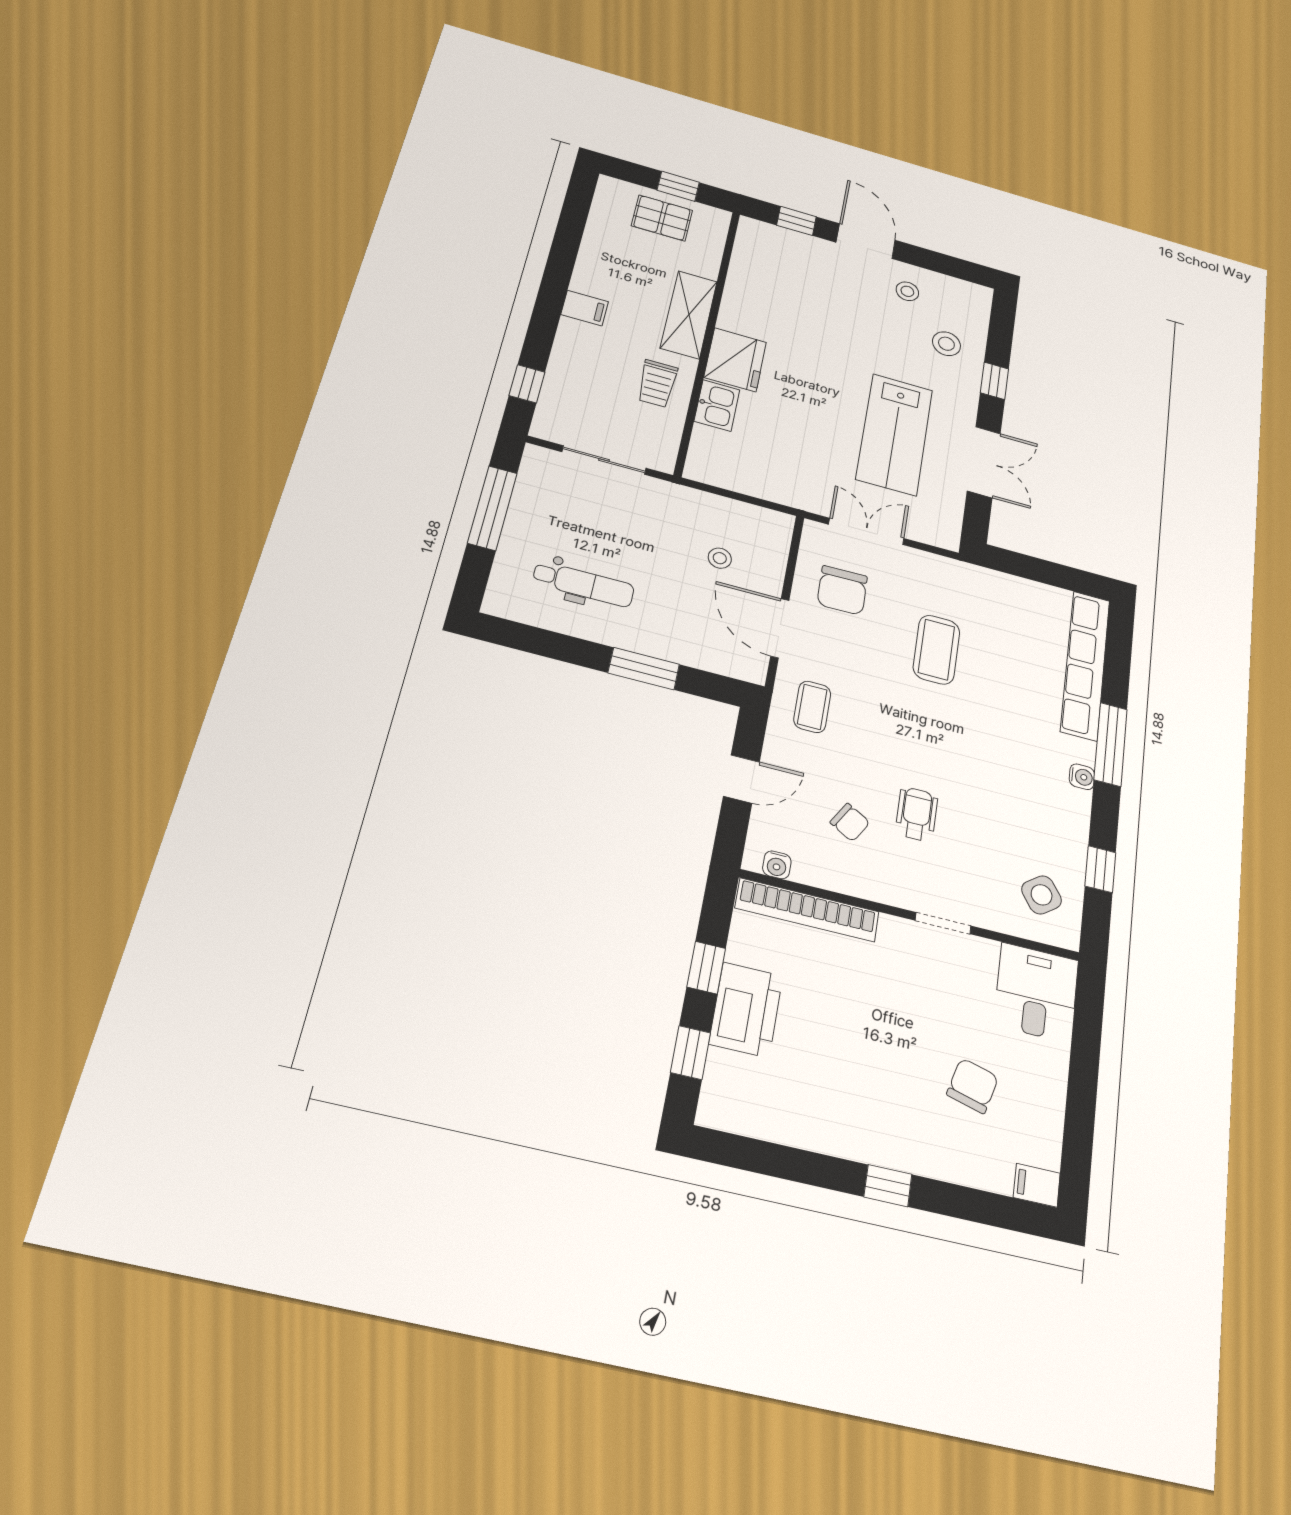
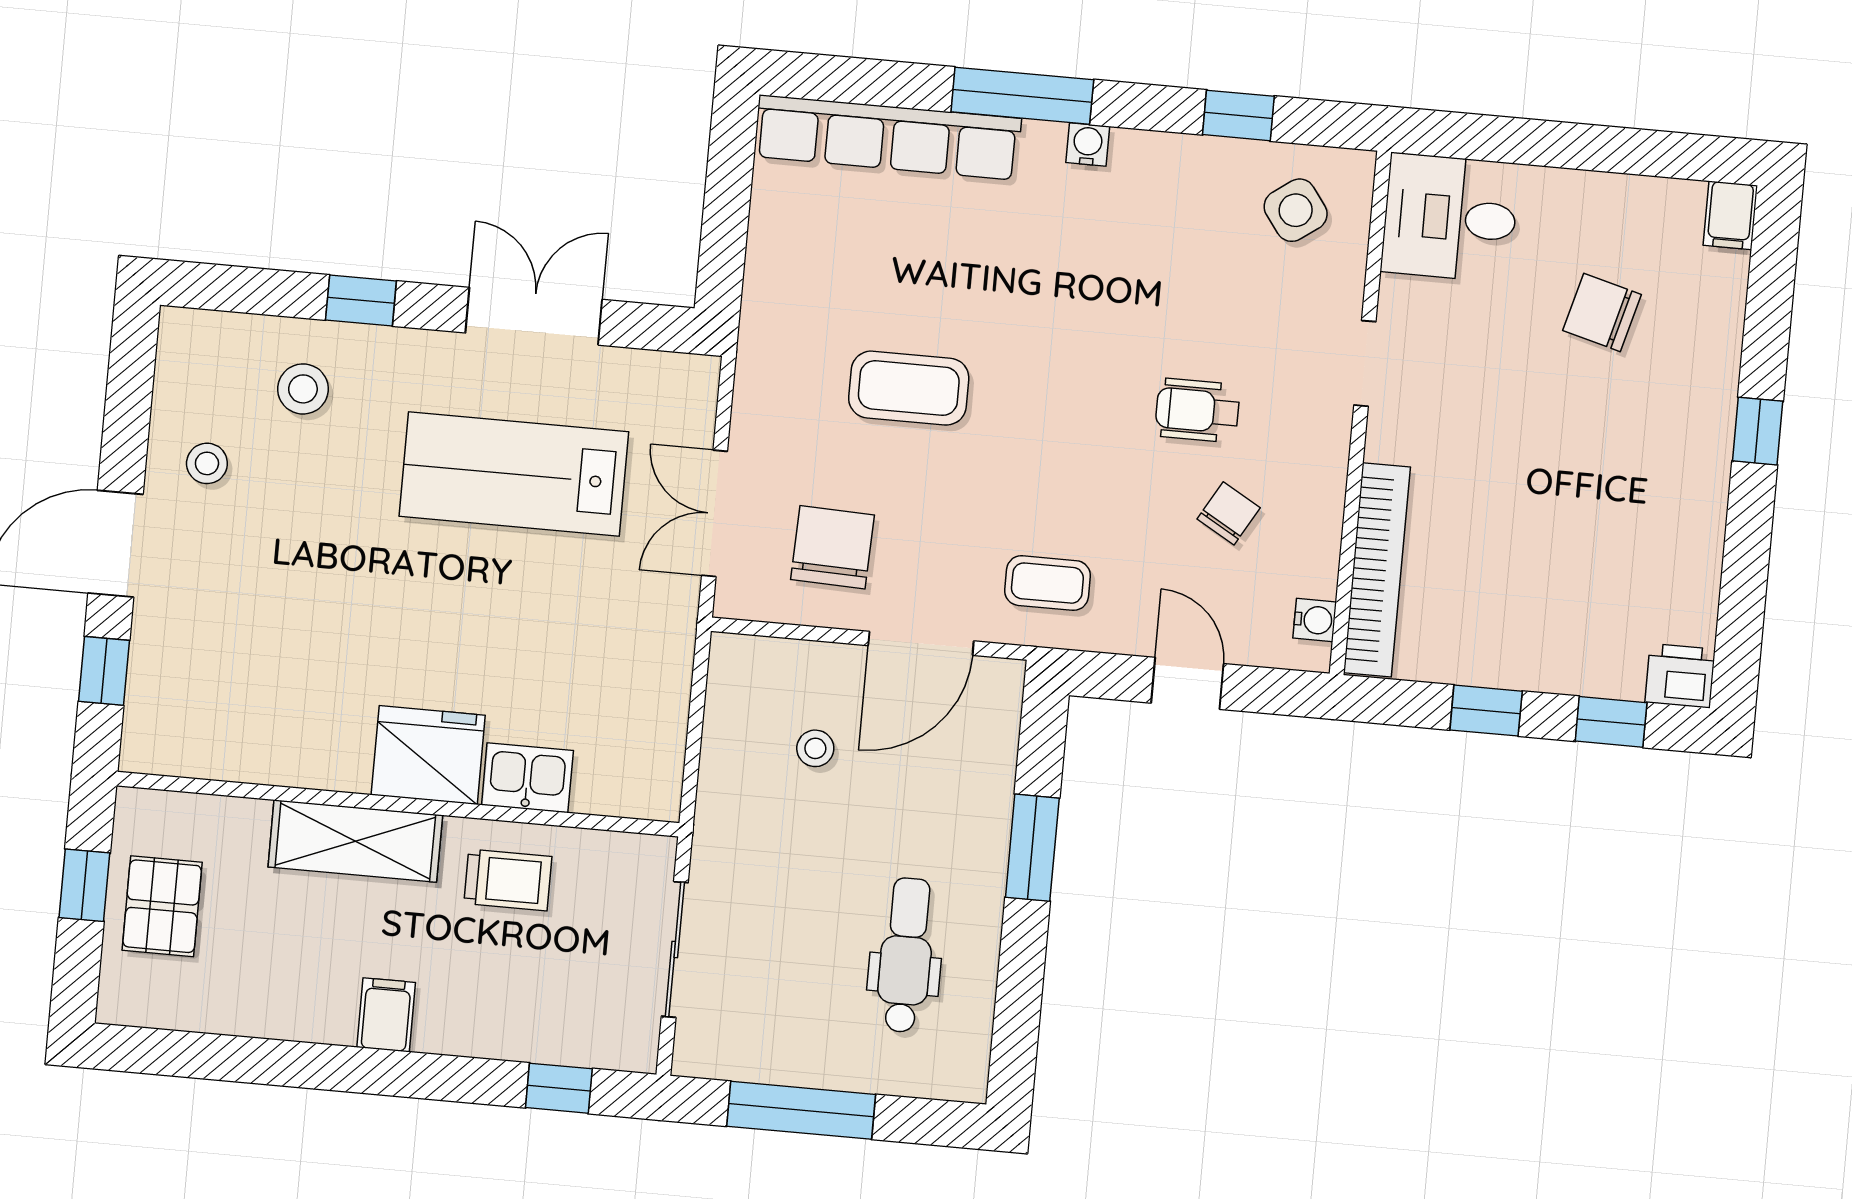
lab bench: (894, 434) -> (514, 474), turned 180
chair: (842, 590) -> (833, 547), turned -87
printer: (746, 1010) -> (1680, 676), moved, width x0.53, depth x0.68

